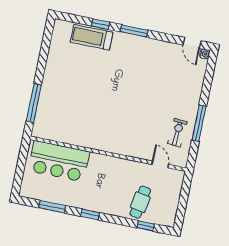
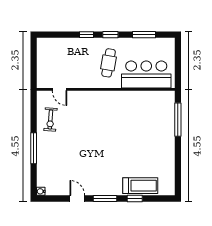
door: (192, 43) -> (77, 199), moved
window: (199, 123) -> (34, 148), moved
cafe table: (140, 202) -> (109, 63), moved
window: (146, 226) -> (86, 35), moved

